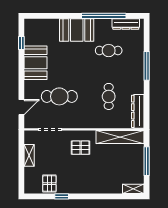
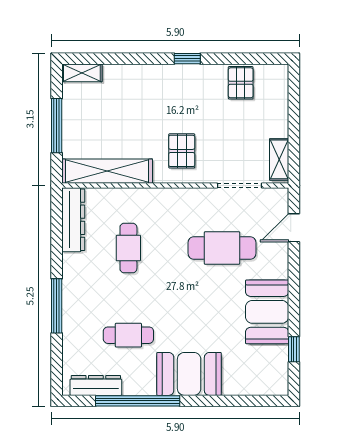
pallet: (81, 148) -> (182, 151), turned 90
shelving: (29, 155) -> (279, 159), moved
window: (62, 196) -> (187, 59), moved

